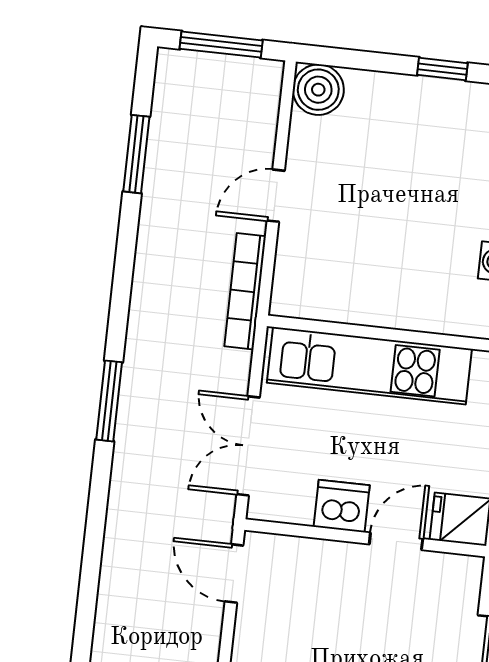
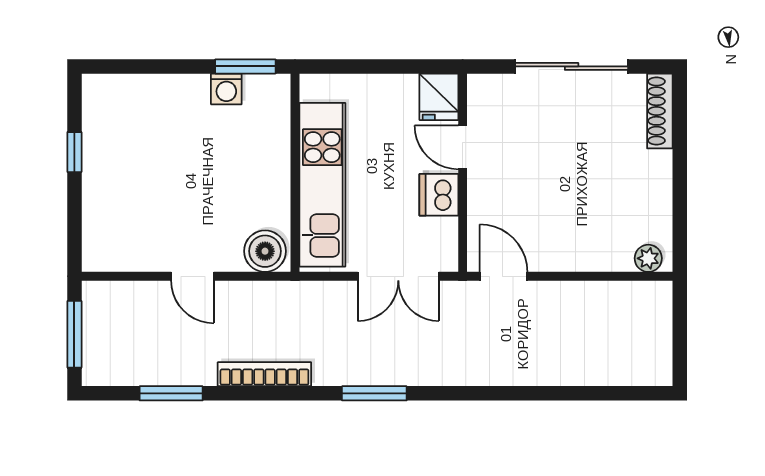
boiler: (318, 90) -> (265, 251), moved
bookcase: (245, 291) -> (264, 374), moved, turned 180
door: (234, 574) -> (503, 276), swing flipped

